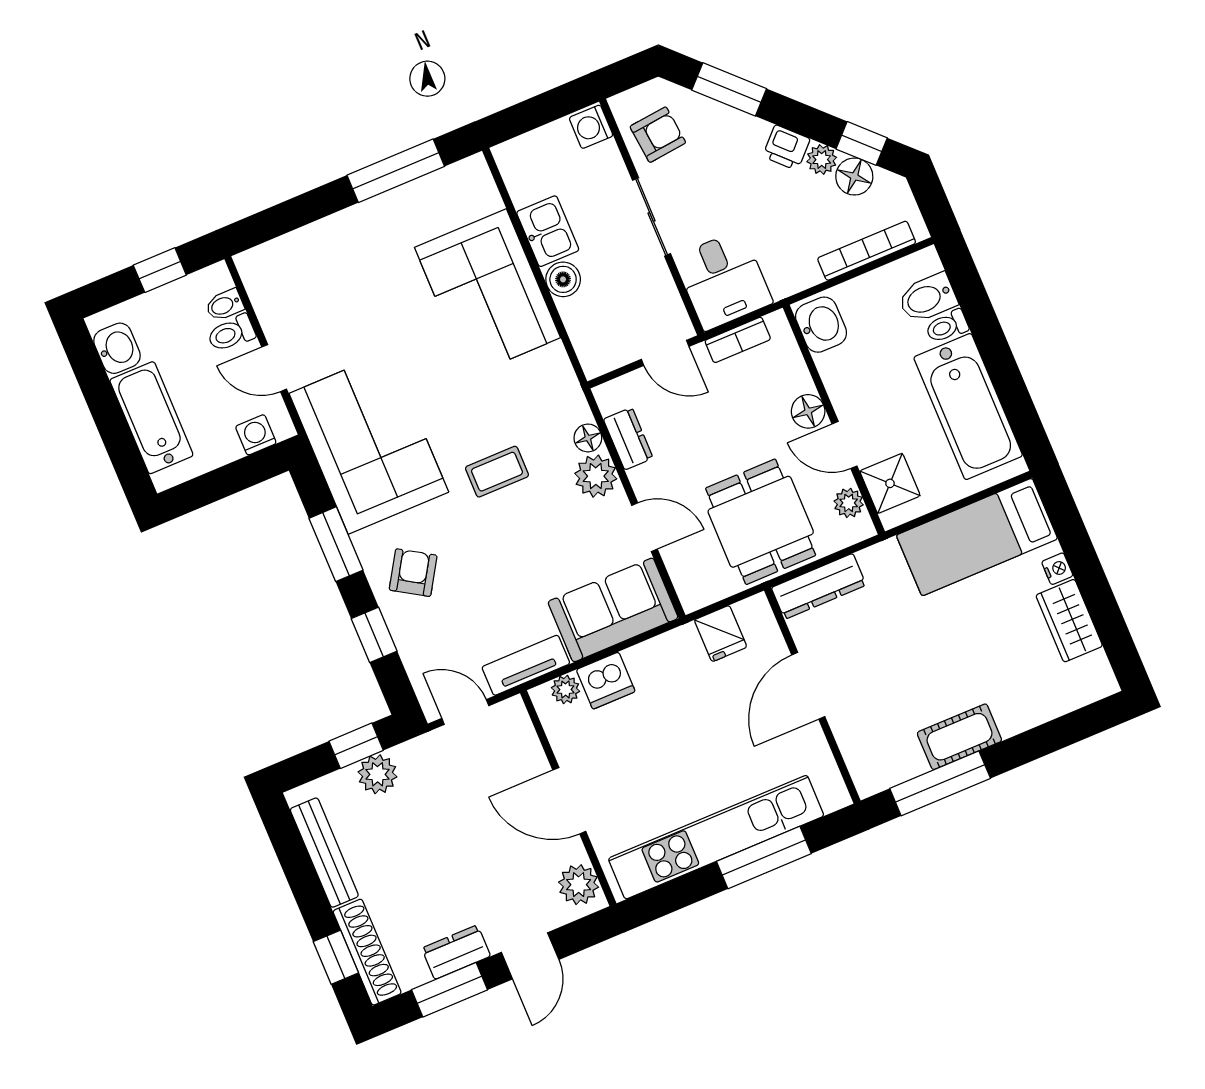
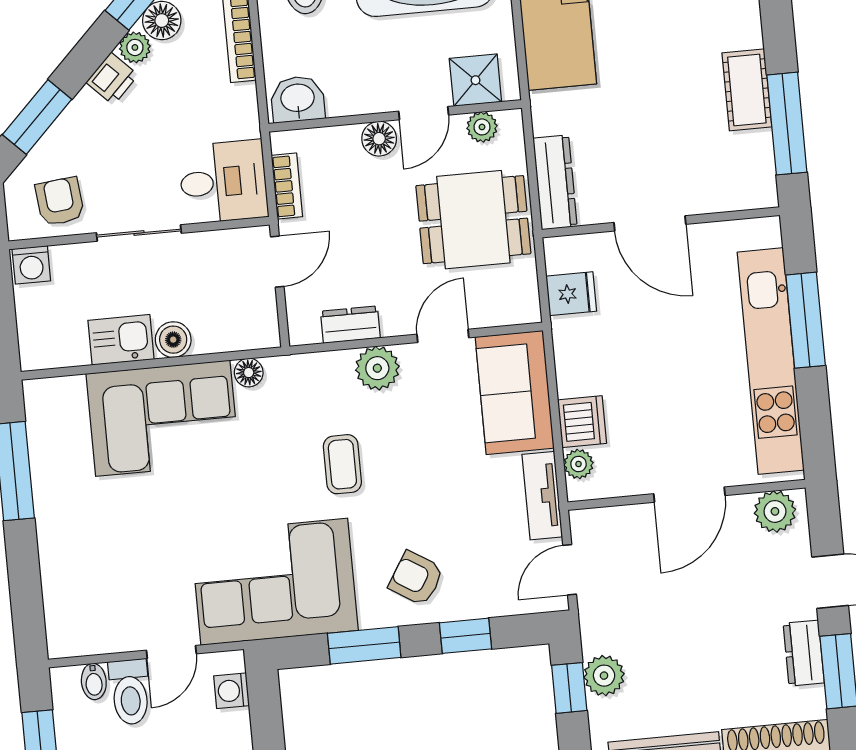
toilet: (231, 333) -> (130, 692), width x1.37, depth x1.39
floor lamp: (588, 438) -> (249, 373), moved

